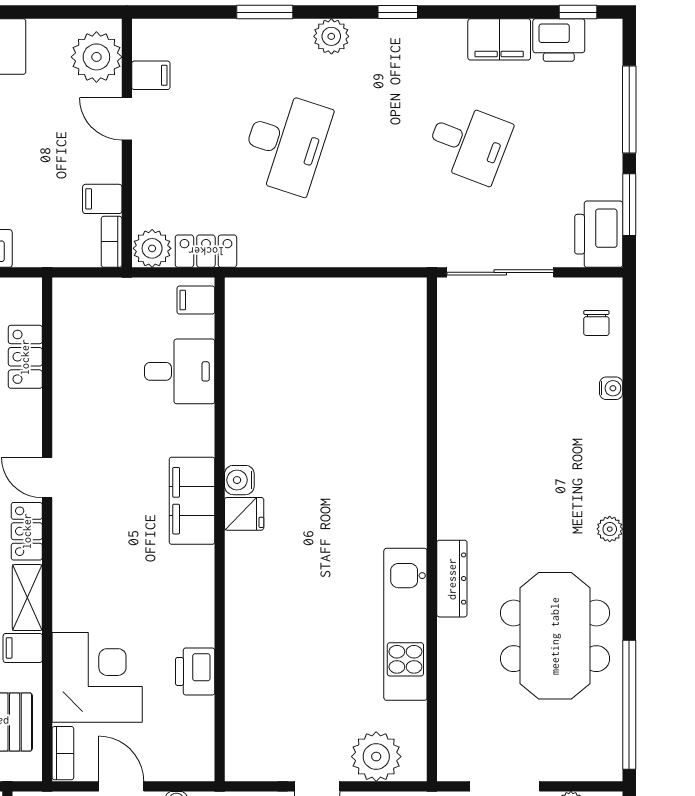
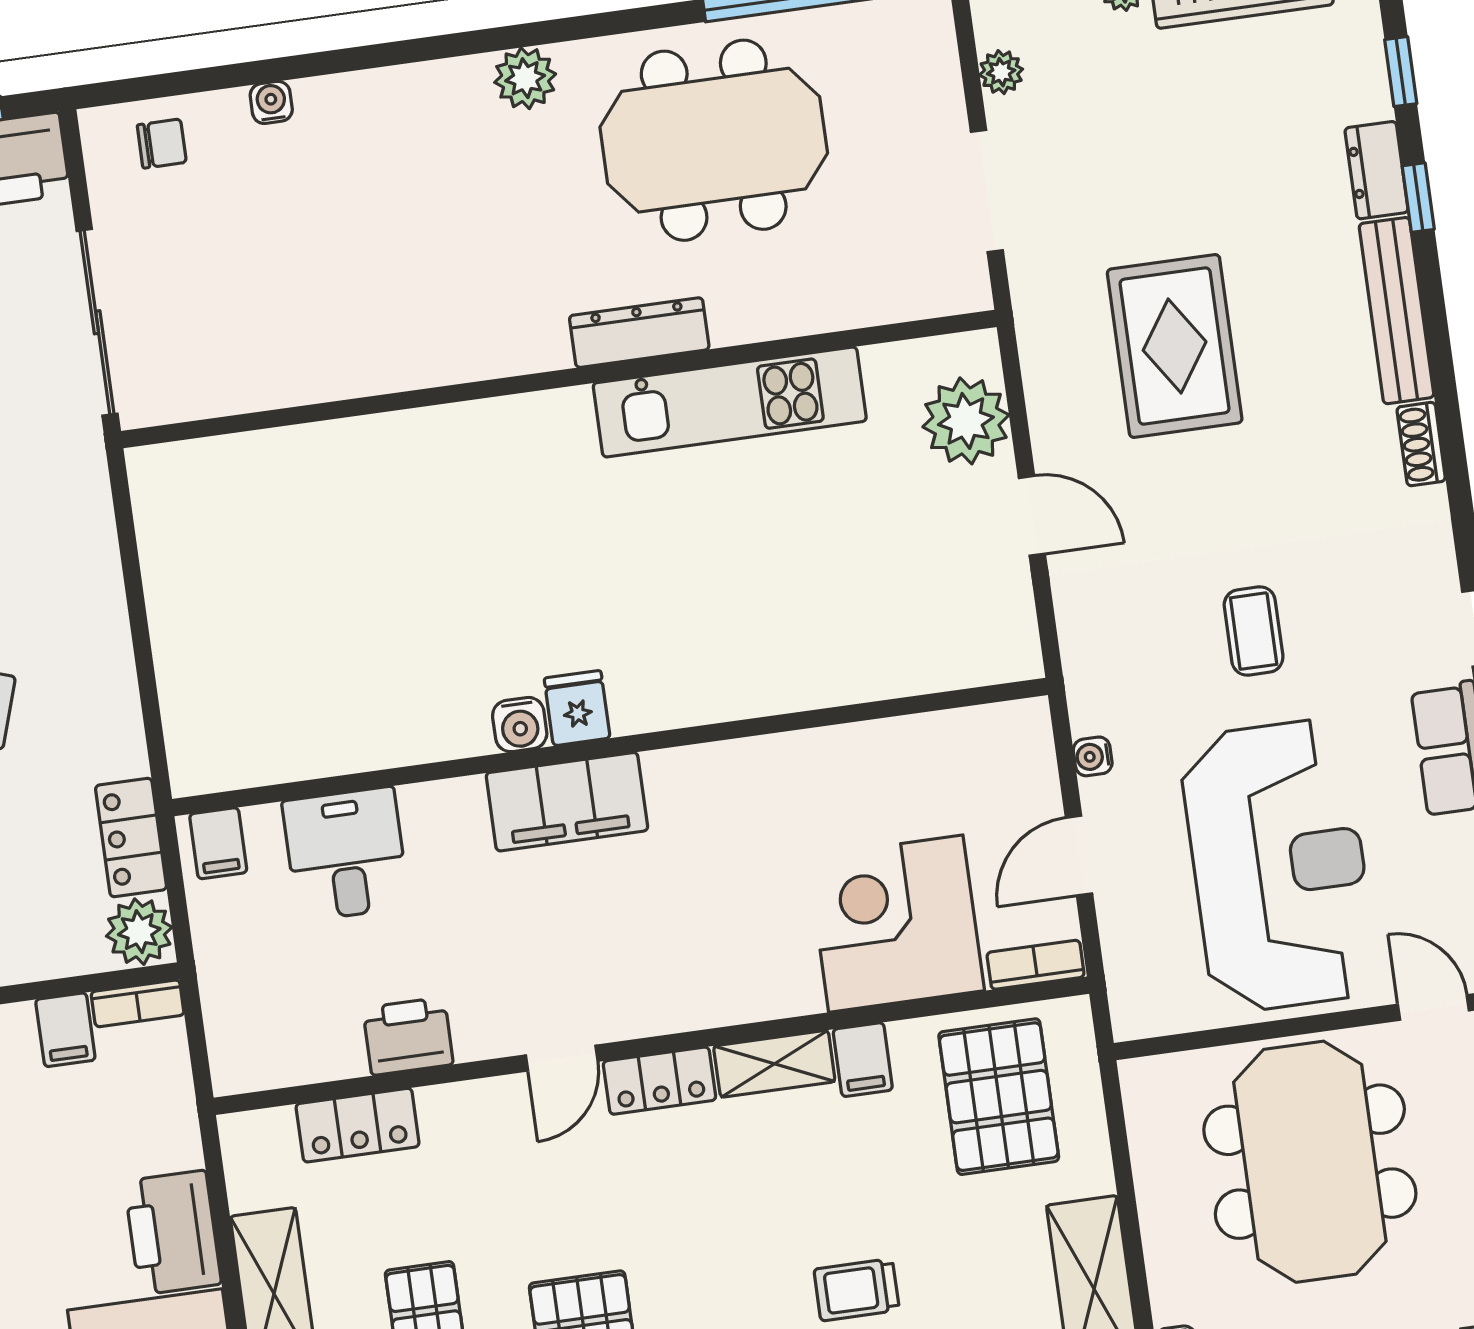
plant: (610, 529) -> (525, 78), width x1.38, depth x1.38
printer: (195, 671) -> (408, 1036), moved, turned 180

